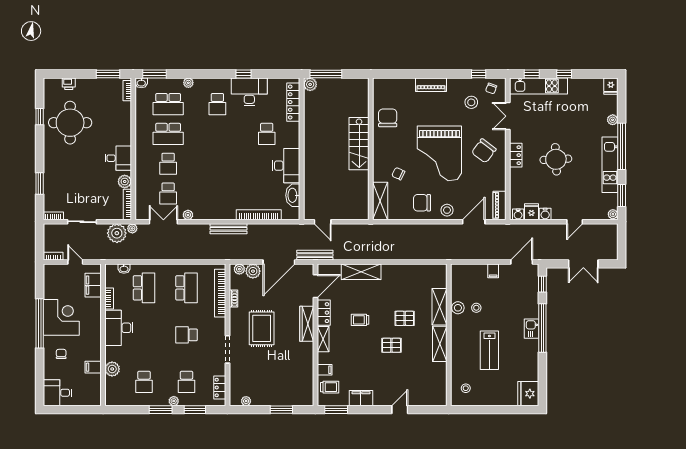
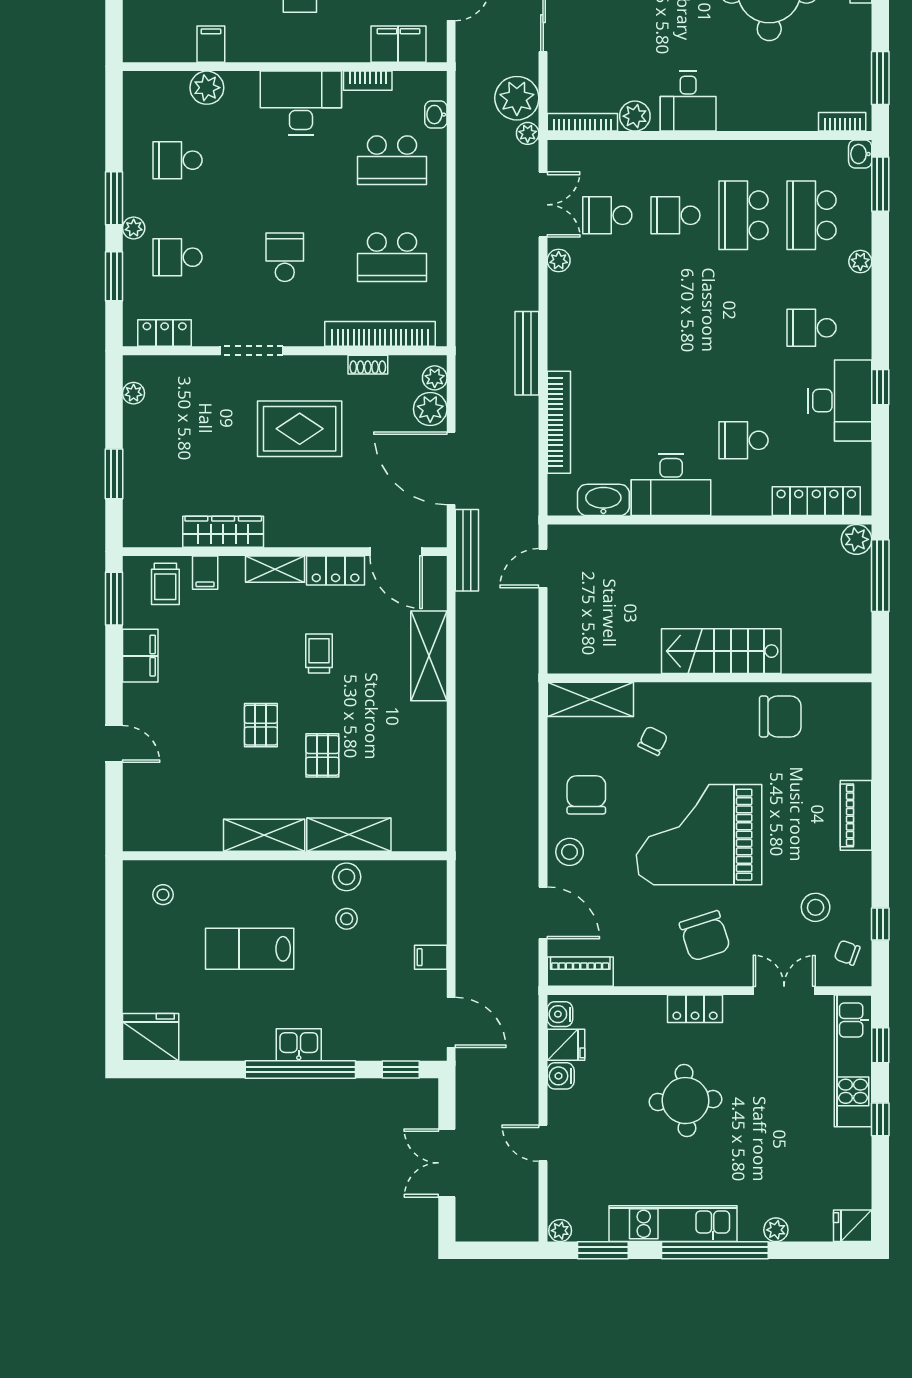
chair: (484, 151) -> (705, 936), turned -145
wardrobe: (307, 324) -> (223, 532), moved

